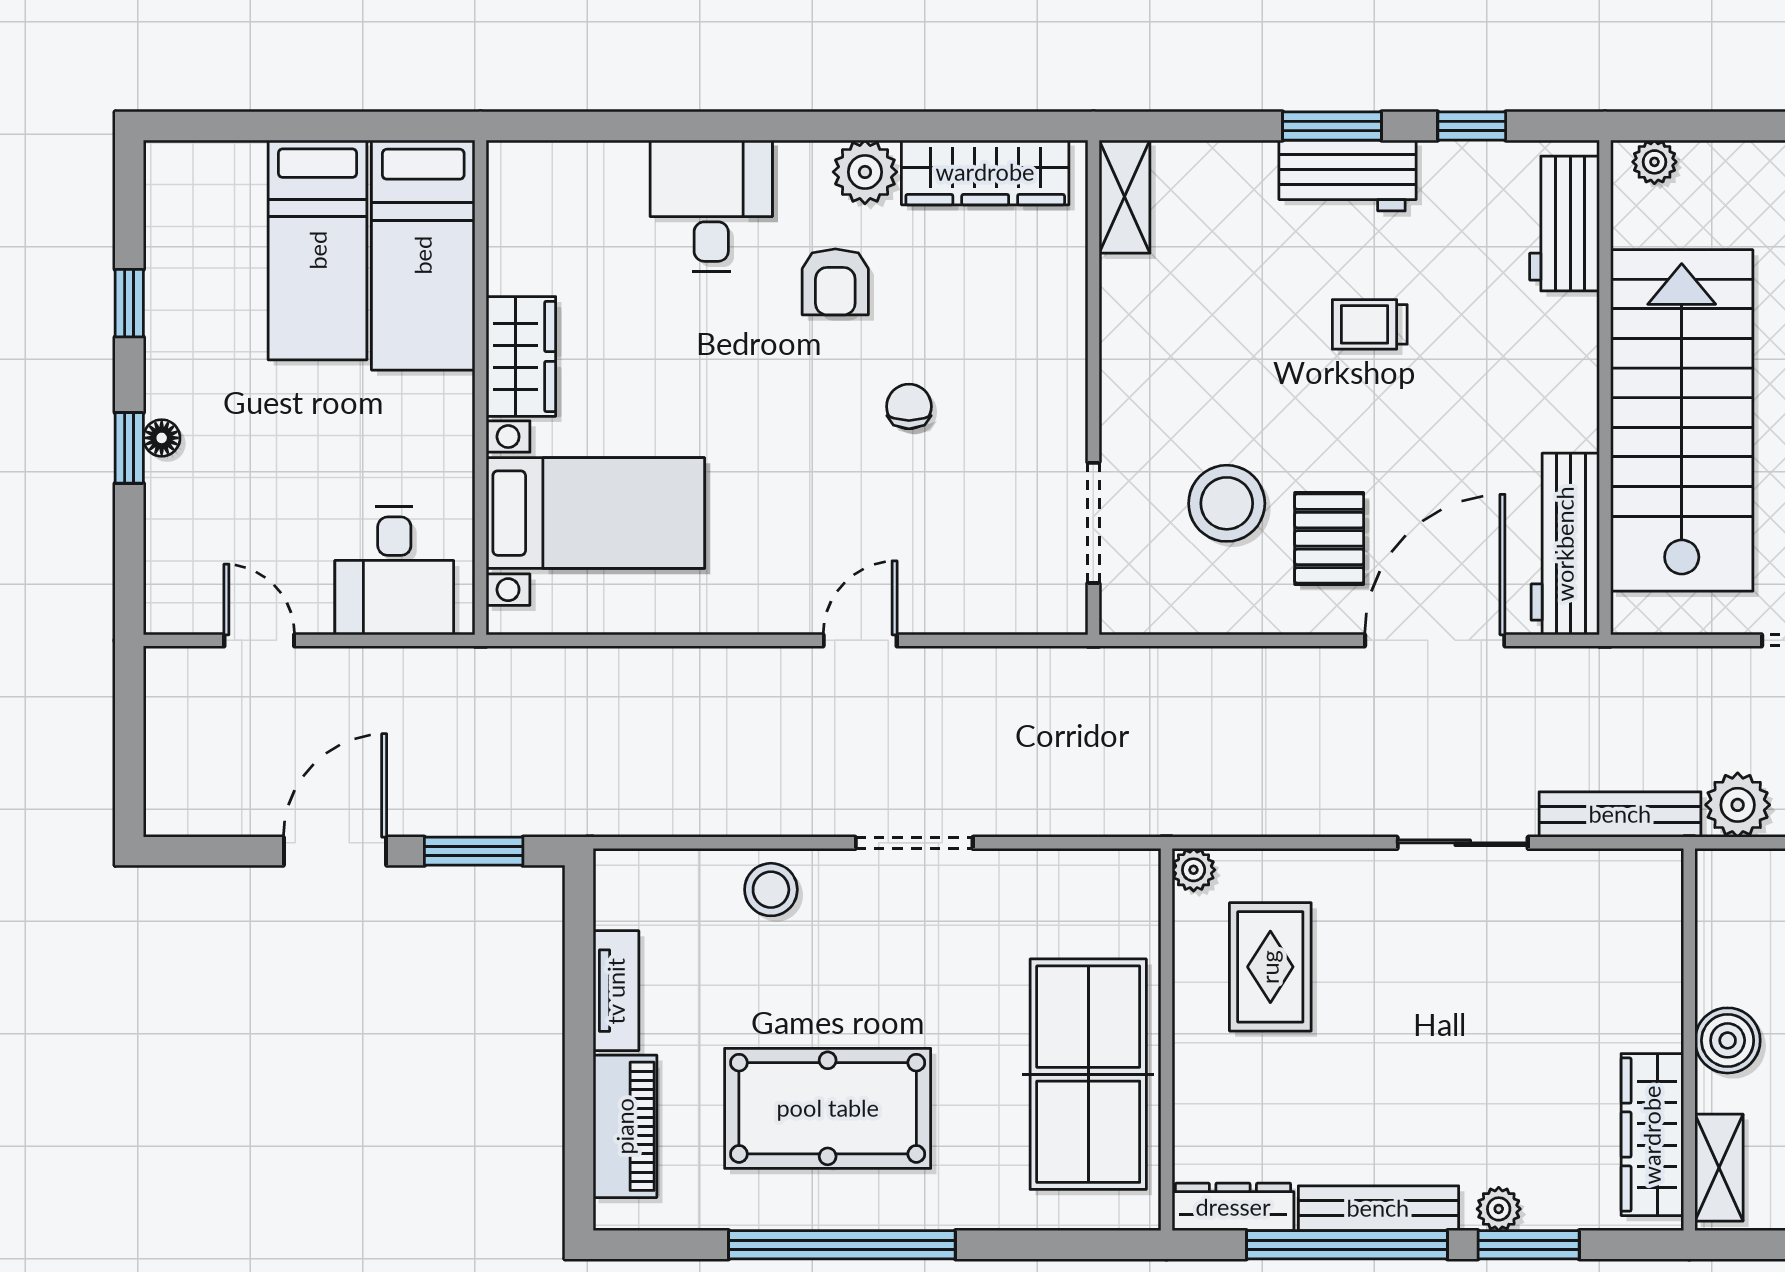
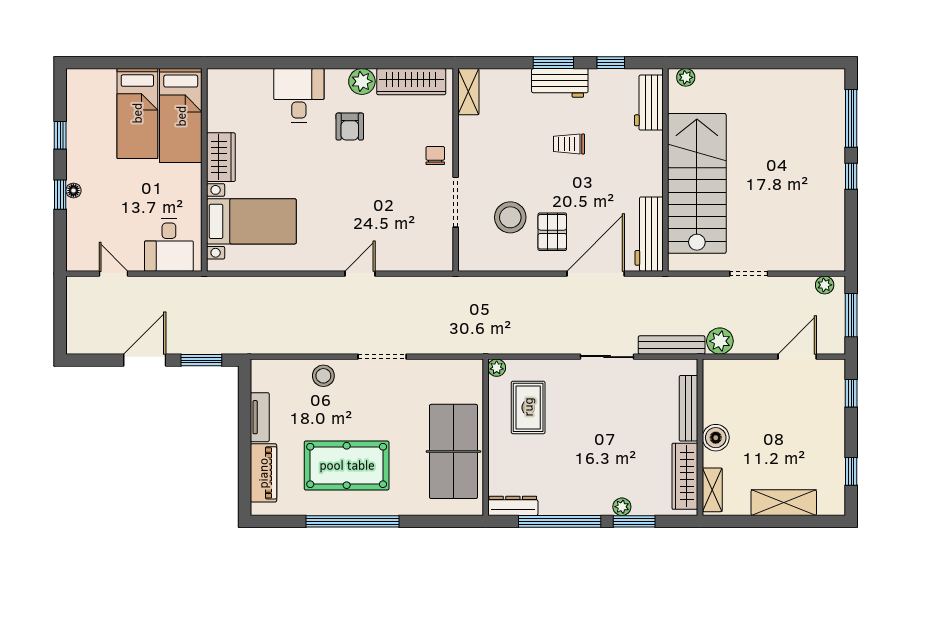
chair: (909, 406) -> (435, 156), moved
doorway: (1093, 523) -> (456, 202), moved
bench: (1378, 1208) -> (688, 408), moved, turned 90

